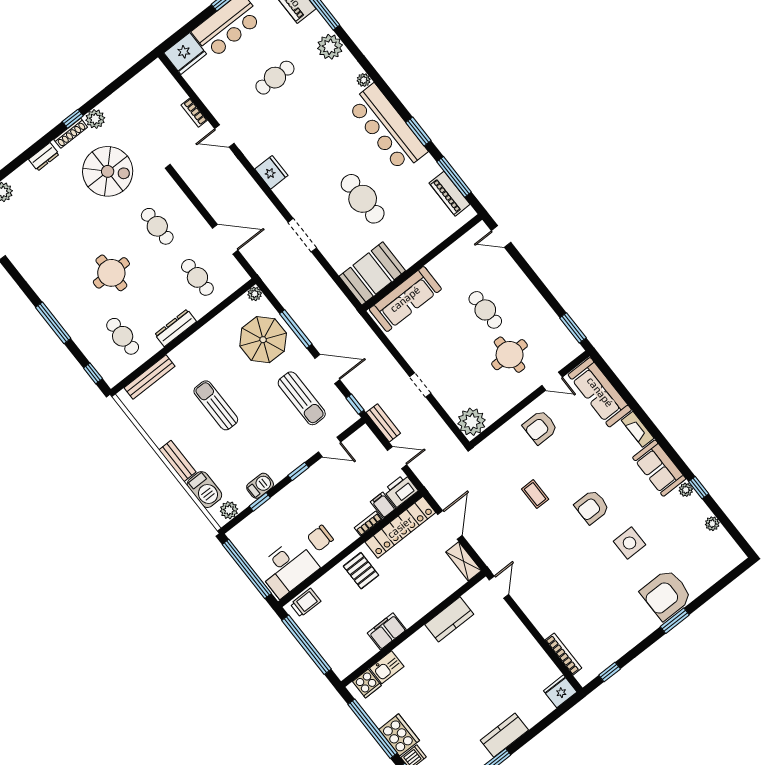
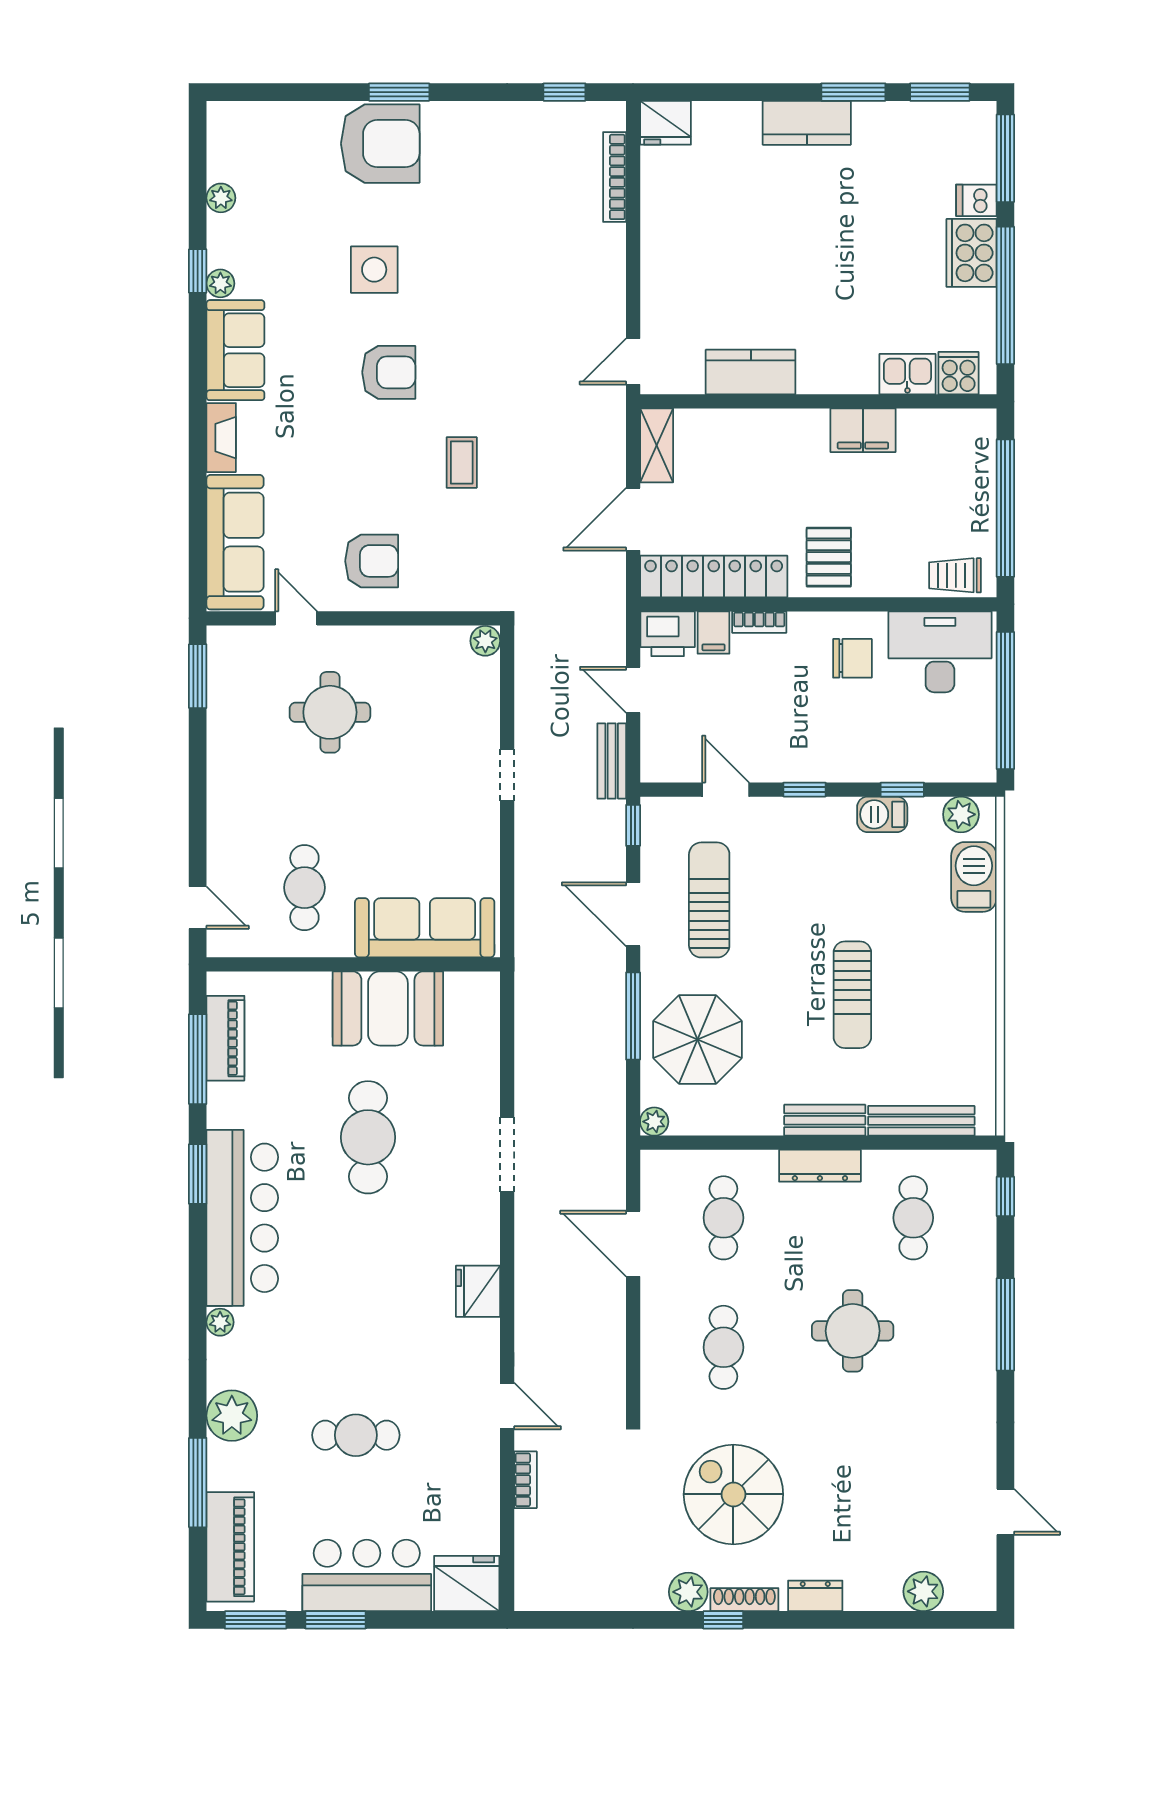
booth: (372, 273) -> (388, 1008), moved
cafe table: (485, 310) -> (304, 888), moved
plant: (472, 422) -> (485, 641), width x0.53, depth x0.53
bench: (177, 461) -> (825, 1120), moved, turned 90

